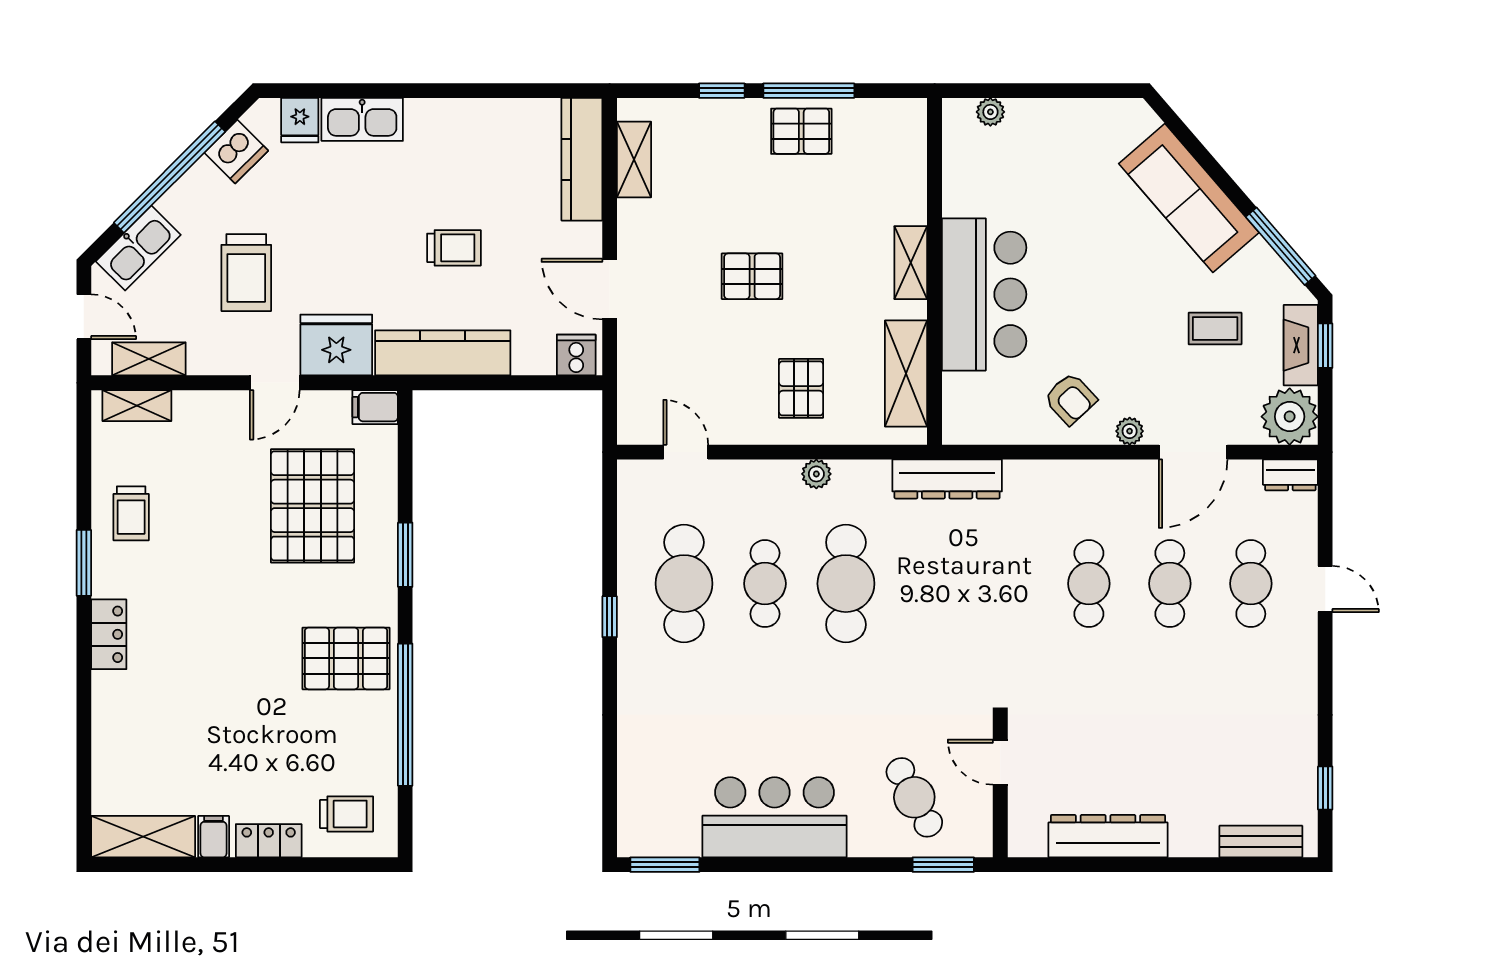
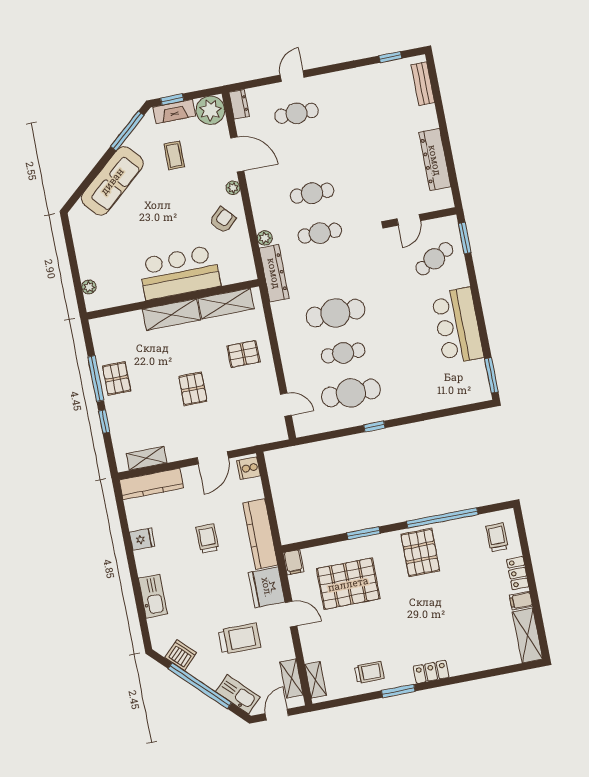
fridge: (300, 120) -> (142, 539), moved
shelving: (911, 263) -> (171, 315), width x1.50, depth x1.33
door: (686, 452) -> (286, 405), swing flipped
plant: (816, 474) -> (265, 238), moved
cafe table: (1170, 584) -> (320, 233), moved

